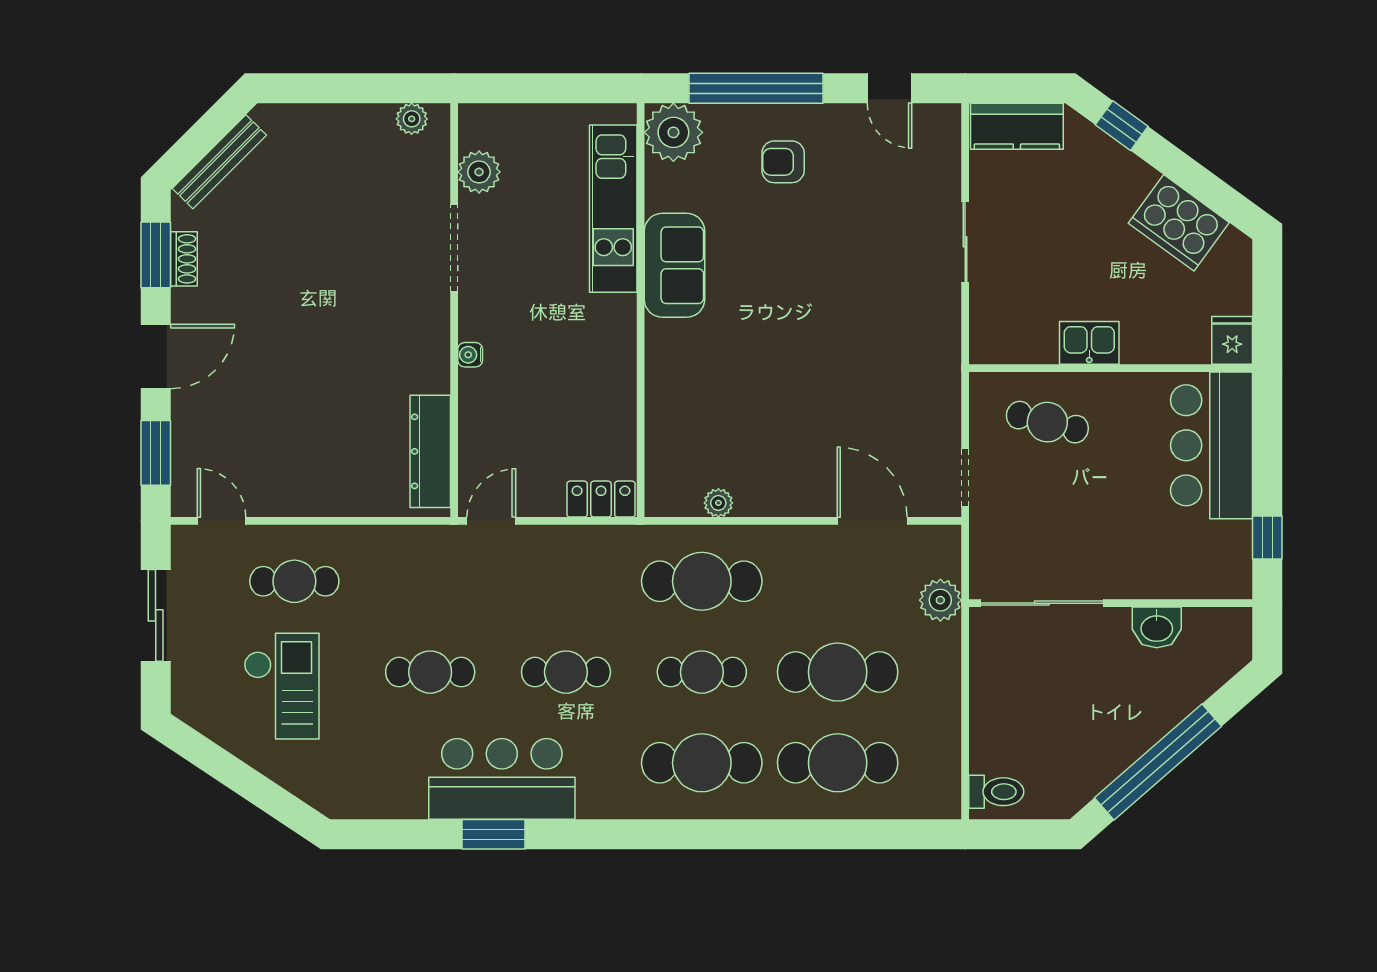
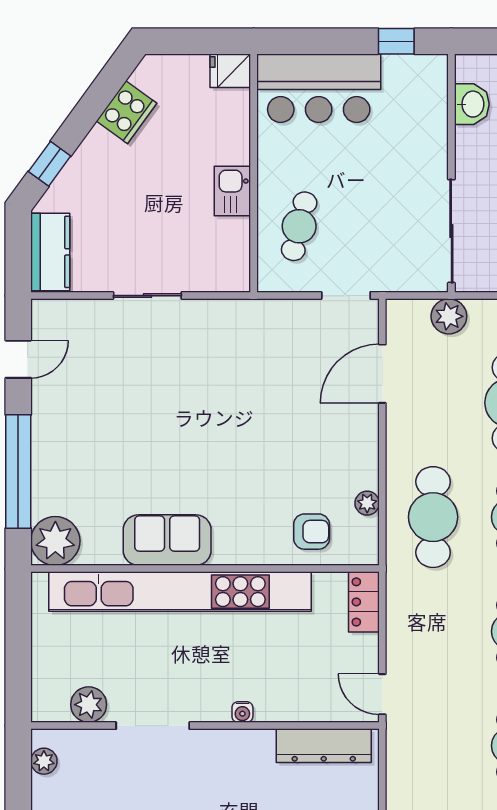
armchair: (783, 162) -> (312, 532), moved, turned -90
kitchen unit: (613, 209) -> (180, 592), width x1.86
cooker: (1179, 223) -> (127, 112), width x0.73, depth x0.76
washbasin: (1157, 627) -> (472, 104), moved

